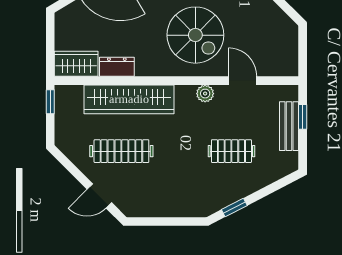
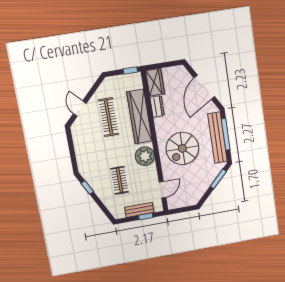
door: (243, 81) -> (162, 190), moved
plant: (205, 94) -> (145, 156), width x1.87, depth x1.87

